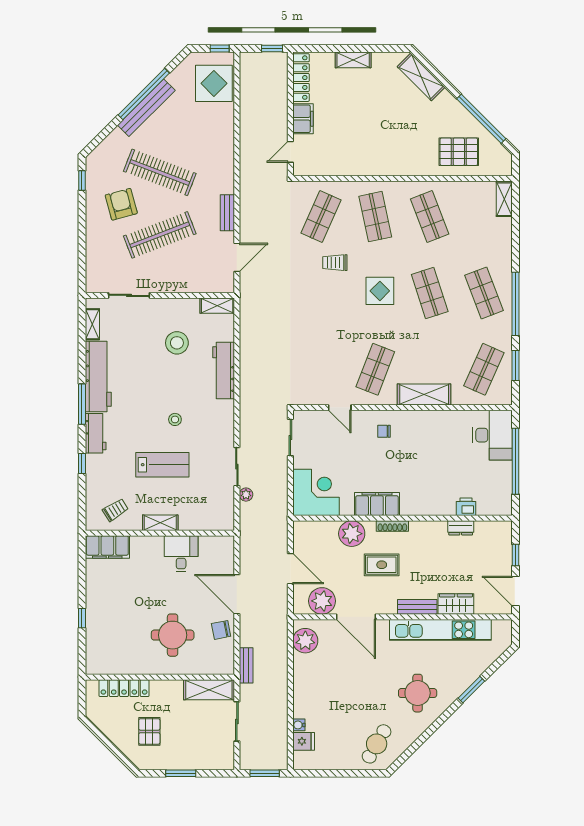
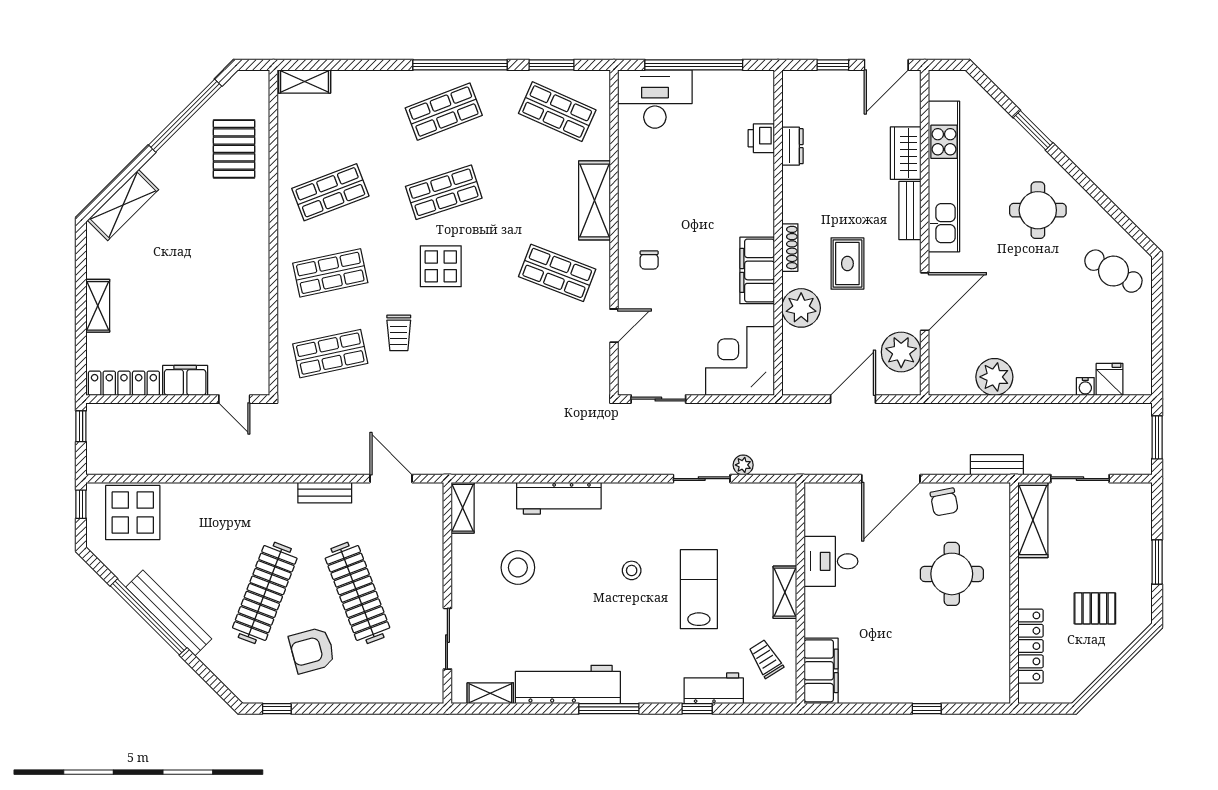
shop shelf: (321, 217) -> (330, 354), turned -36
workbench: (96, 433) -> (714, 688), moved
plant: (305, 641) -> (994, 377), moved

